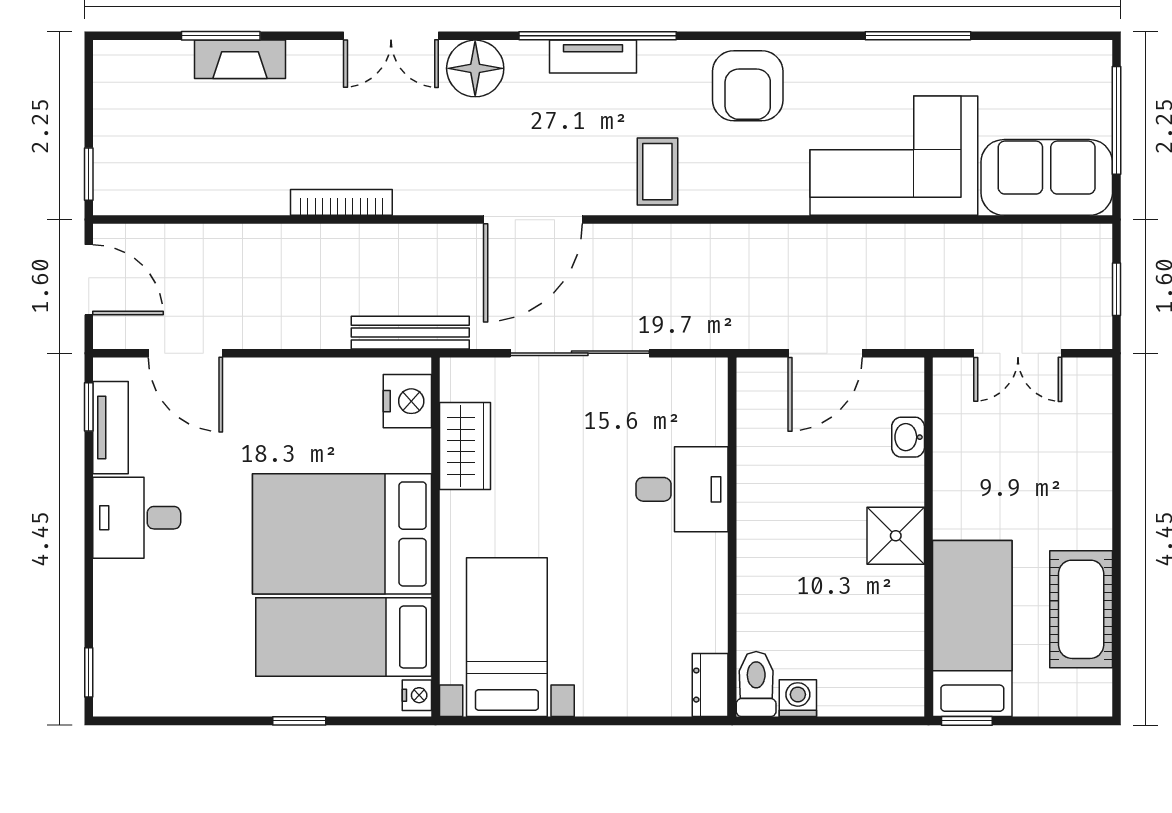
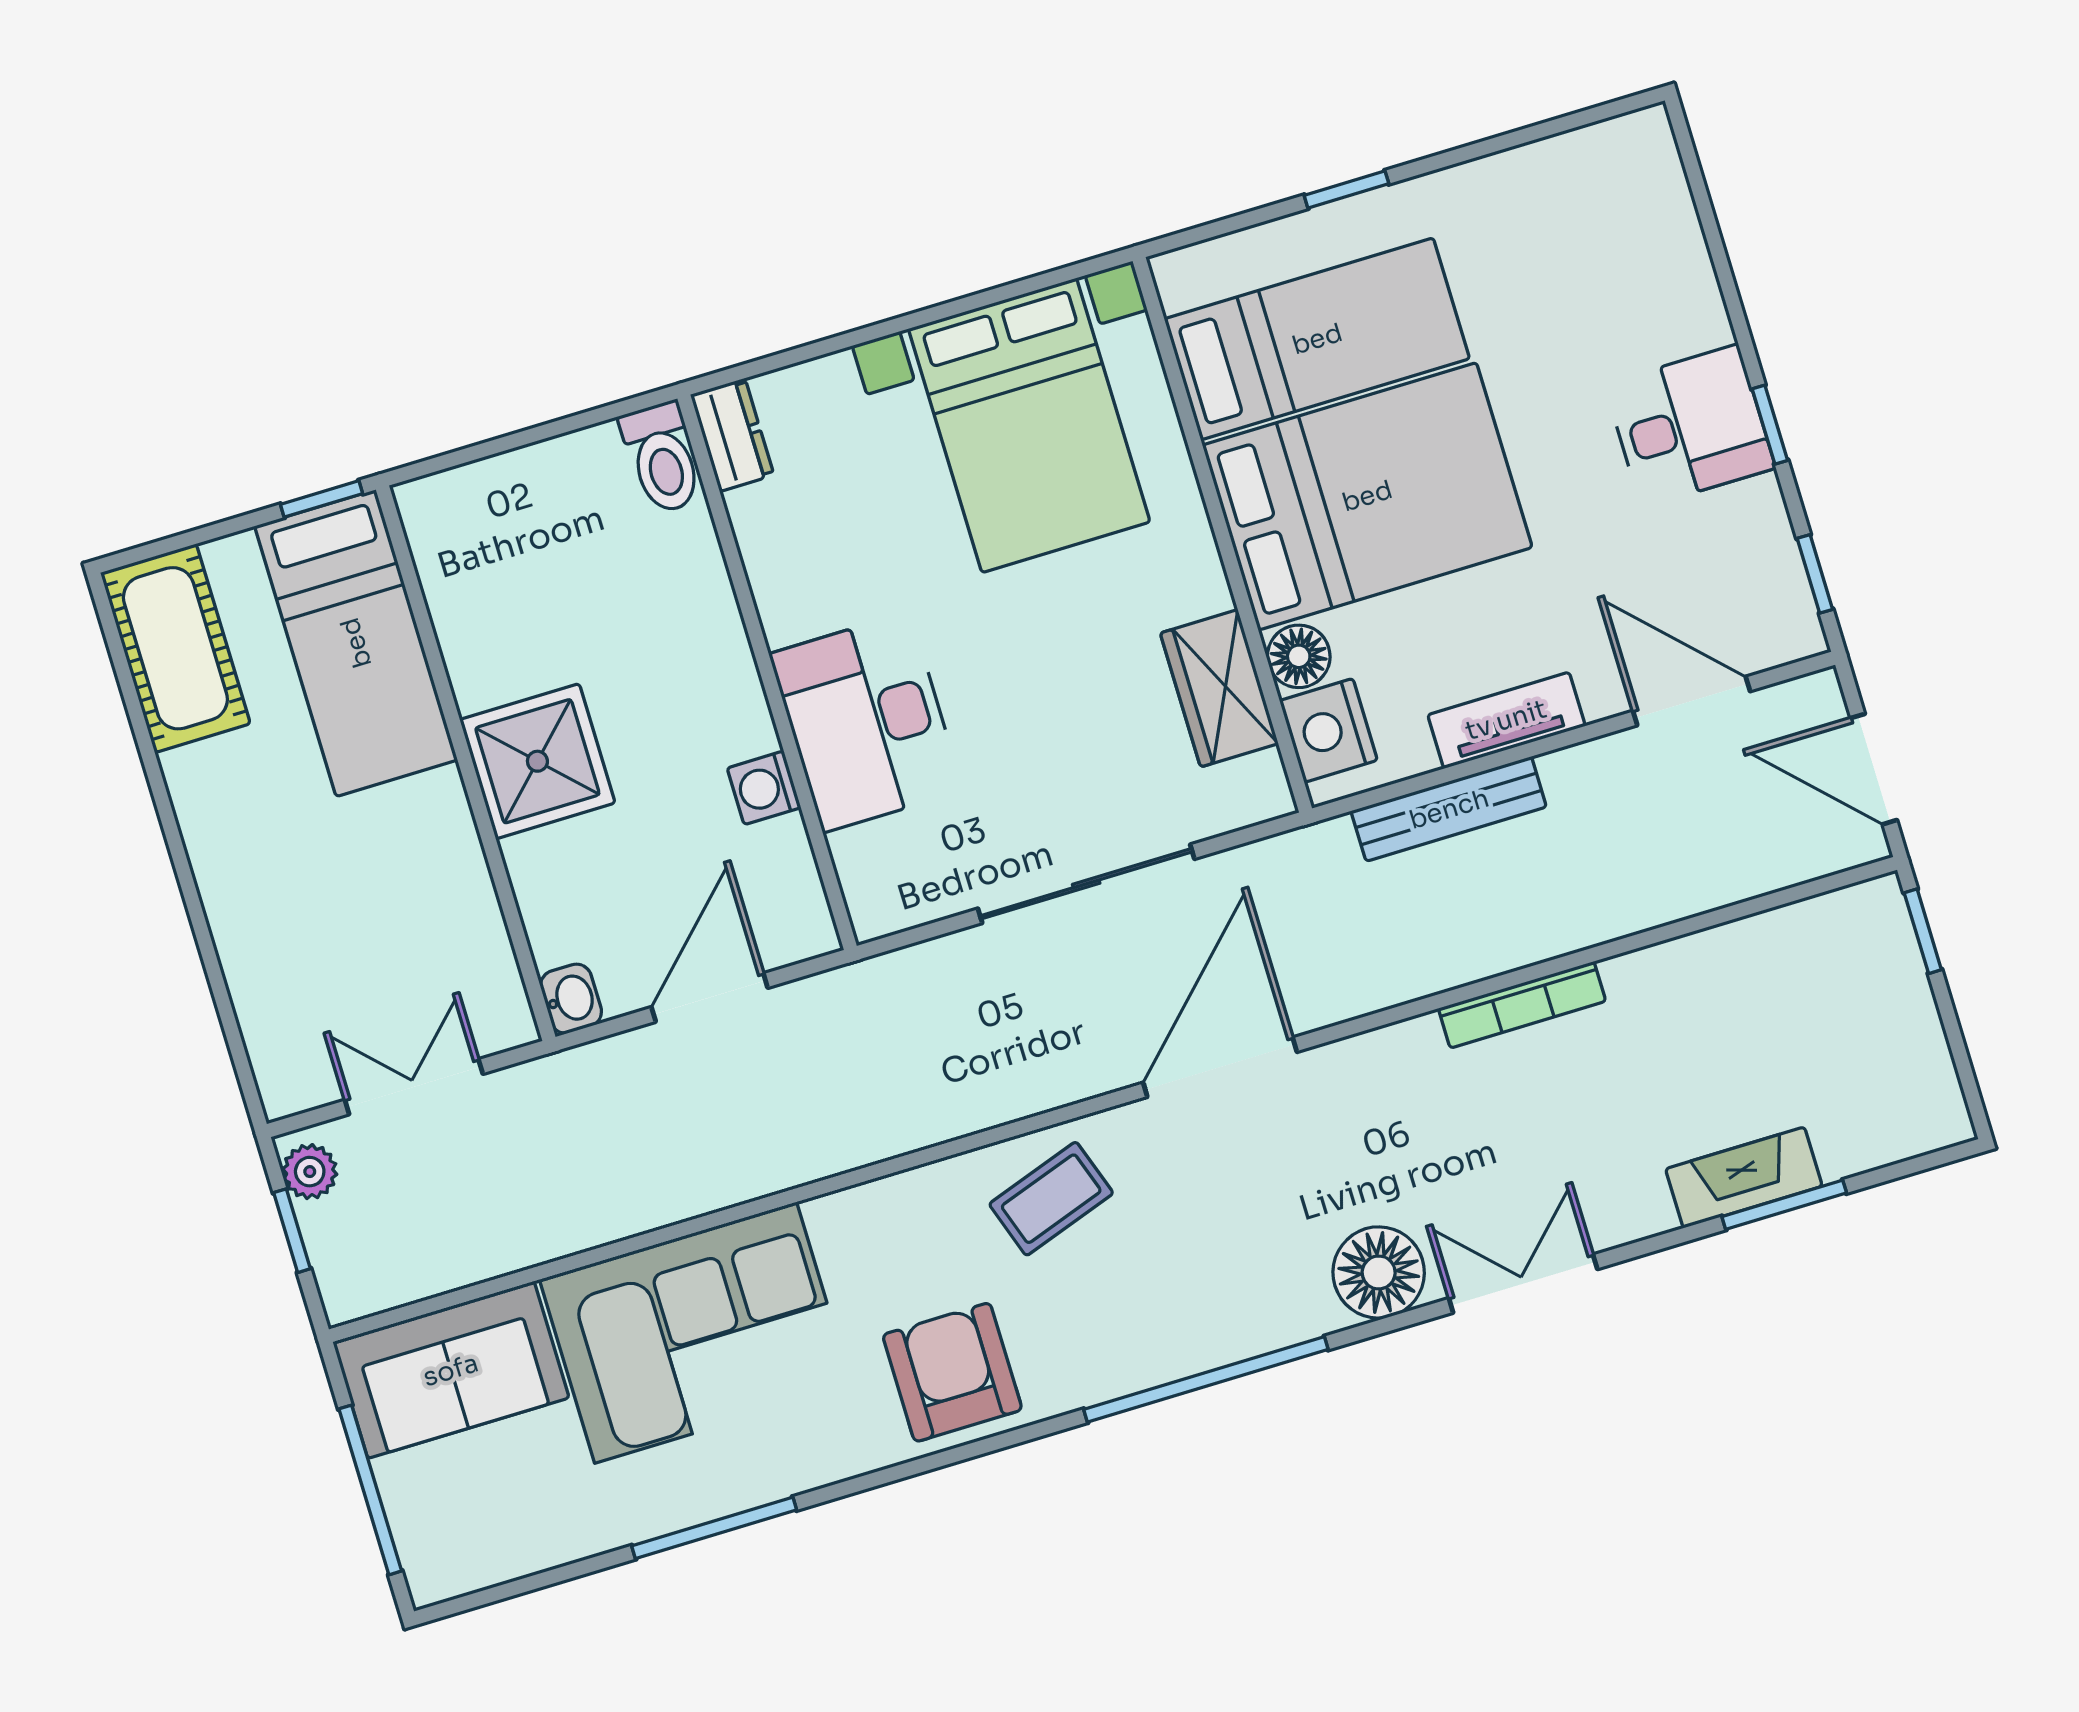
tv unit: (593, 56) -> (1203, 1345), removed
coffee table: (657, 172) -> (1051, 1199), turned 71
plant: (1095, 321) -> (310, 1172), added
bench: (410, 333) -> (1449, 809), moved
tv unit: (111, 428) -> (1506, 720), moved, turned 90
washbasin: (908, 437) -> (571, 999), moved
floor lamp: (412, 451) -> (1299, 656), added
desk: (682, 489) -> (866, 722), width x1.37
shower: (896, 536) -> (537, 761), width x1.36, depth x1.36
cot: (1081, 609) -> (175, 648), moved
bed with nightstands: (507, 637) -> (1029, 425), width x1.36
window: (89, 672) -> (1770, 425), moved
nightstand: (417, 695) -> (1178, 283), removed
washing machine: (798, 698) -> (764, 788), moved, turned 90

